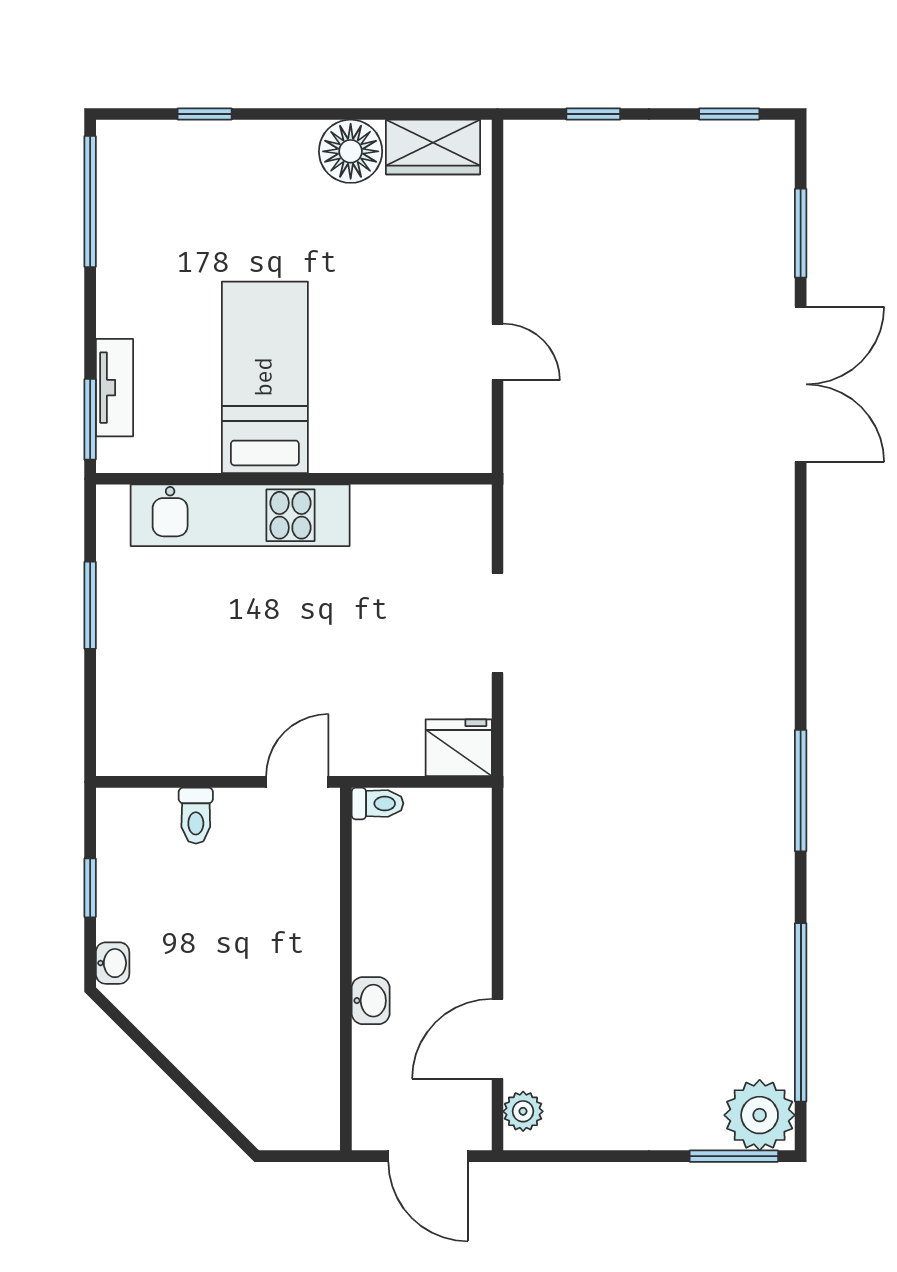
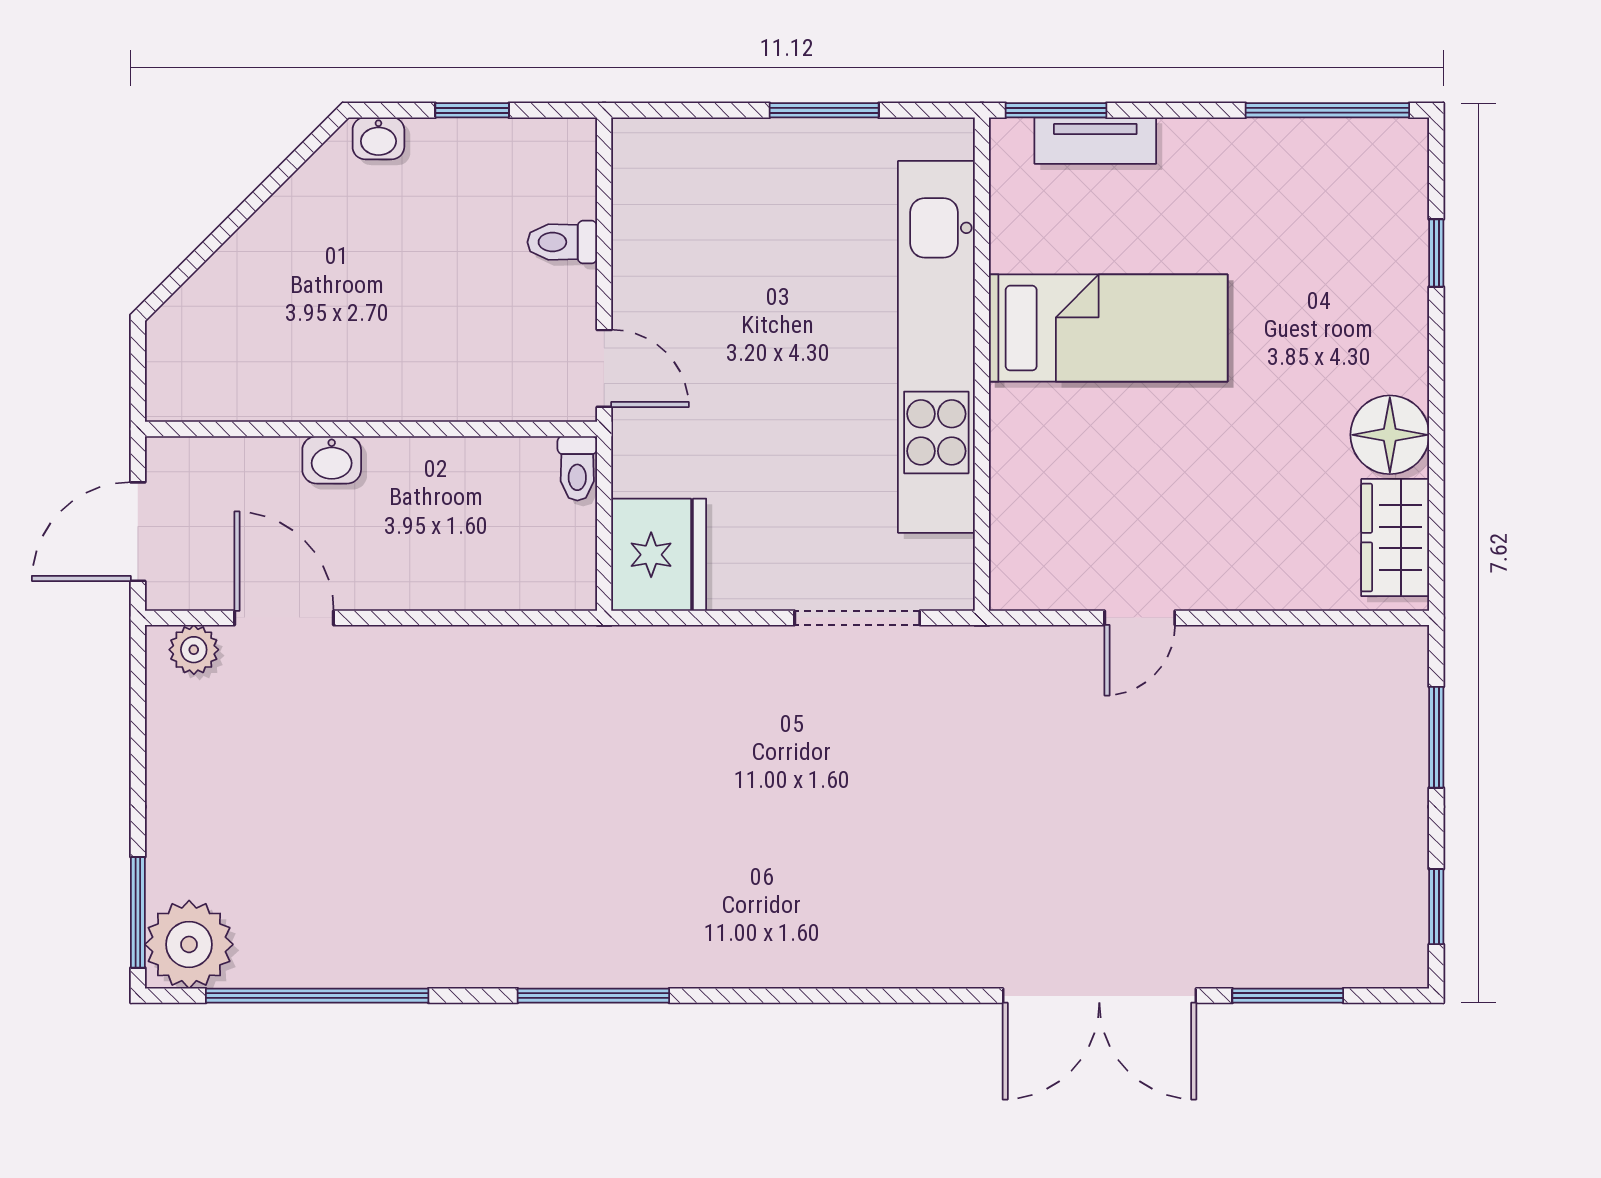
window: (593, 114) -> (1436, 737), width x1.50
kitchen unit: (240, 515) -> (936, 347), width x1.36
doorway: (497, 623) -> (857, 618), moved
fridge: (459, 748) -> (659, 555), width x1.36, depth x1.34

